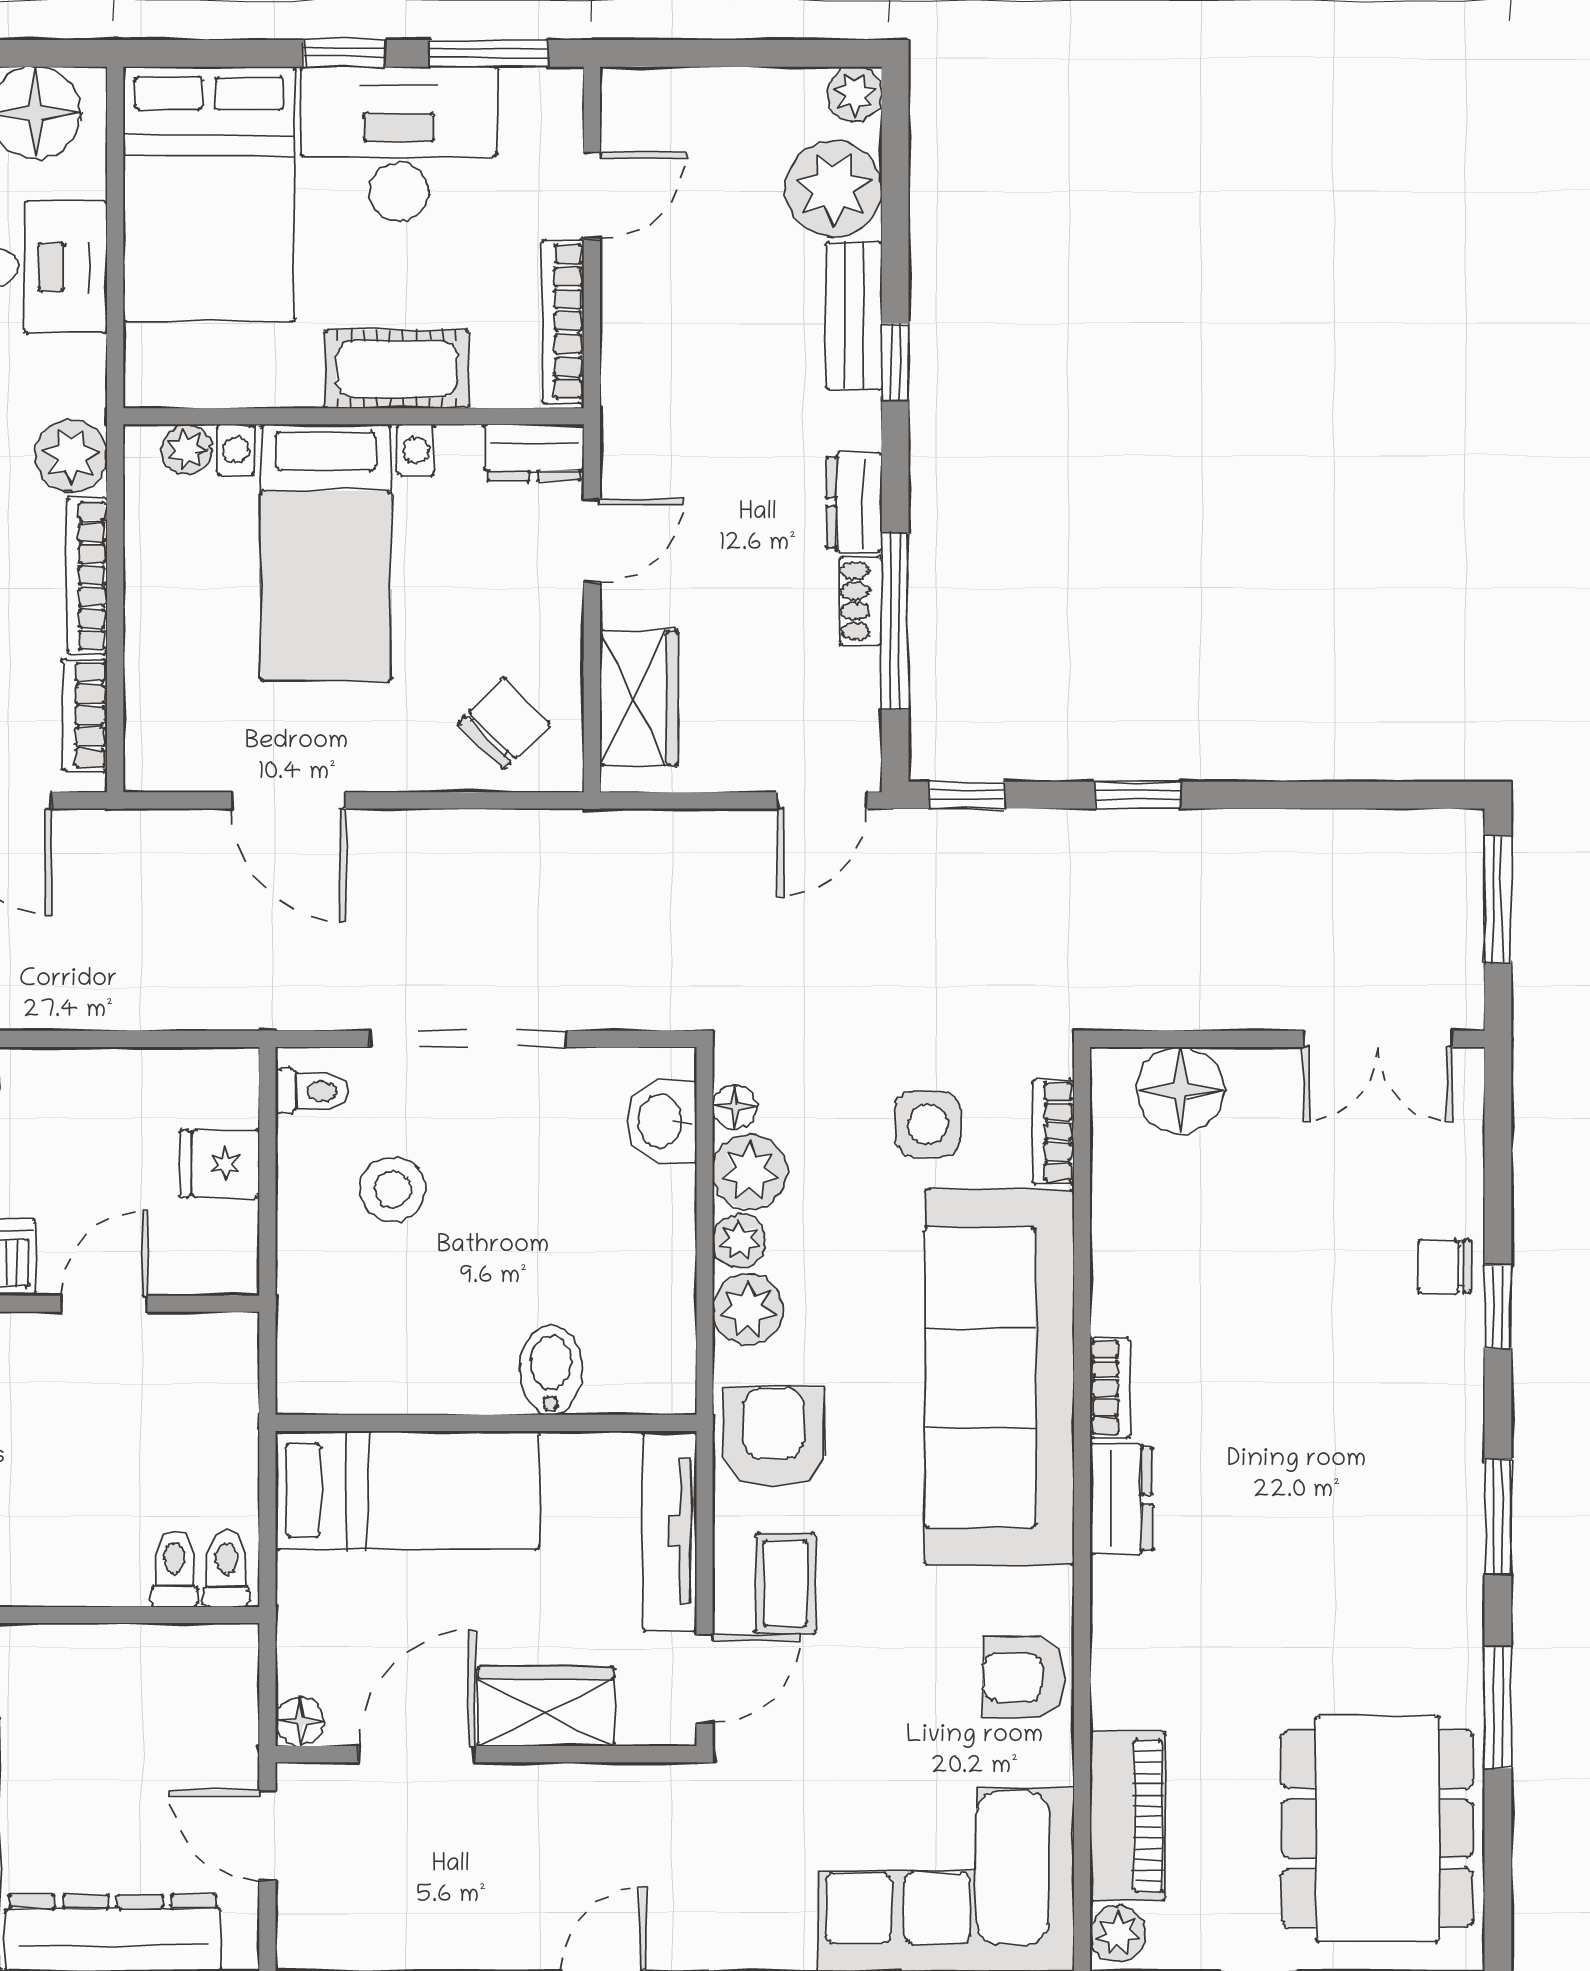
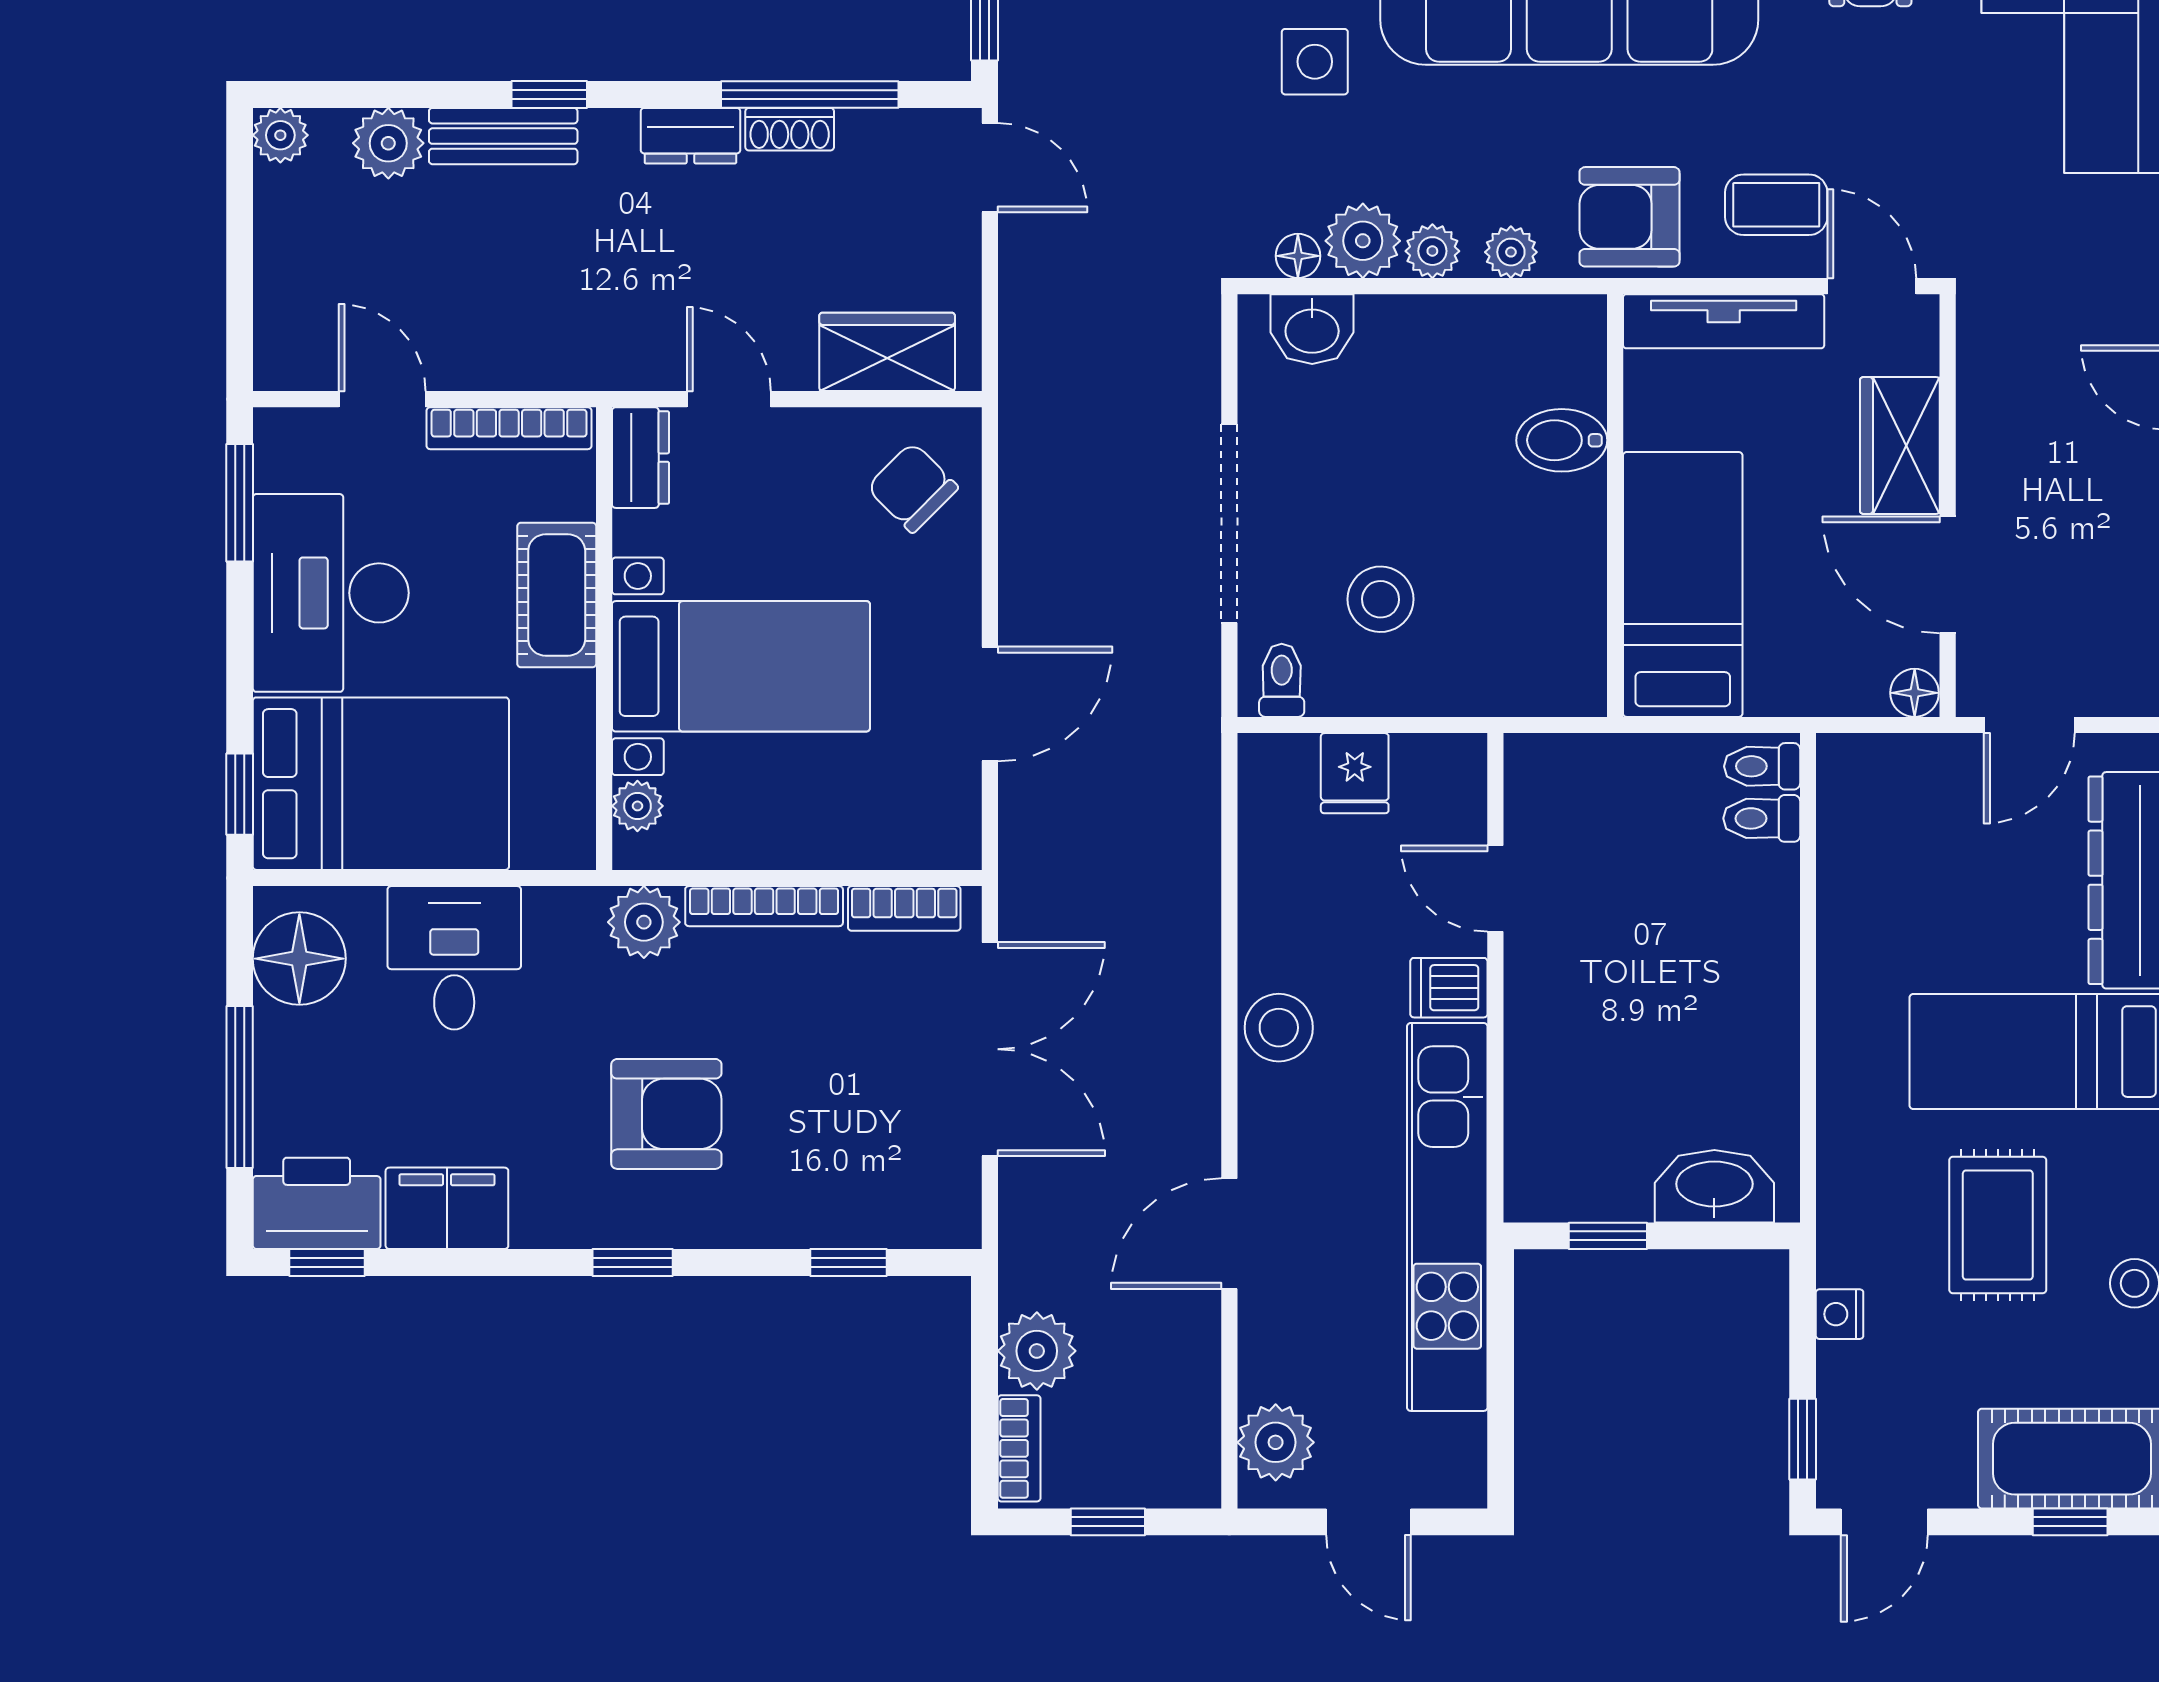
window: (344, 53) -> (240, 794), moved
plant: (834, 189) -> (388, 143), width x0.73, depth x0.73
plant: (748, 1310) -> (1511, 252), width x0.73, depth x0.73

